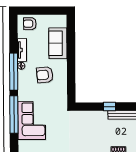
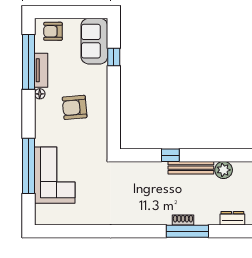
window: (71, 41) -> (114, 57), added
sofa: (58, 43) -> (94, 41), moved
window: (14, 72) -> (28, 62), moved

